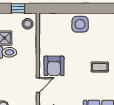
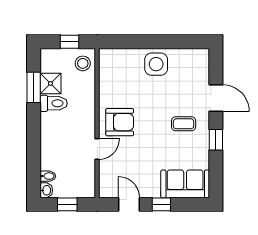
armchair: (54, 66) -> (120, 122), turned -90

